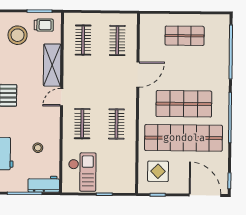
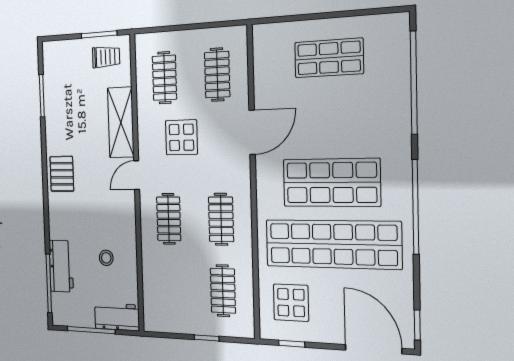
stool: (18, 35) -> (70, 76), removed
display table: (93, 76) -> (181, 137), added
clothes rail: (116, 166) -> (223, 291), added
checkout: (82, 172) -> (172, 299), removed

